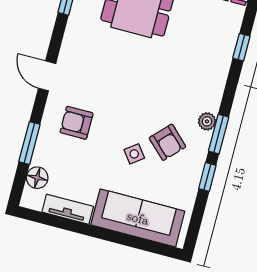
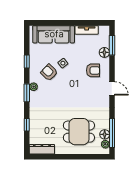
window: (219, 134) -> (27, 93), moved
window: (29, 143) -> (112, 45), moved
floor lamp: (37, 178) -> (104, 52), moved

